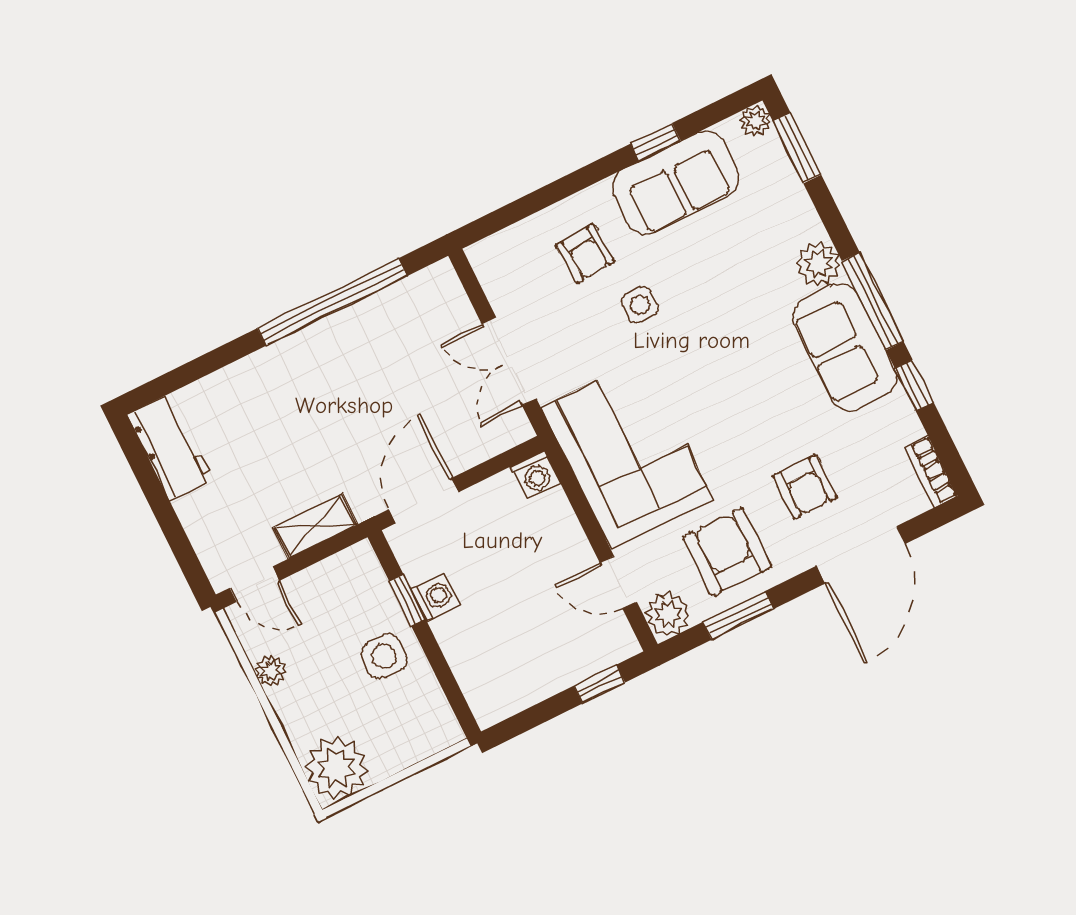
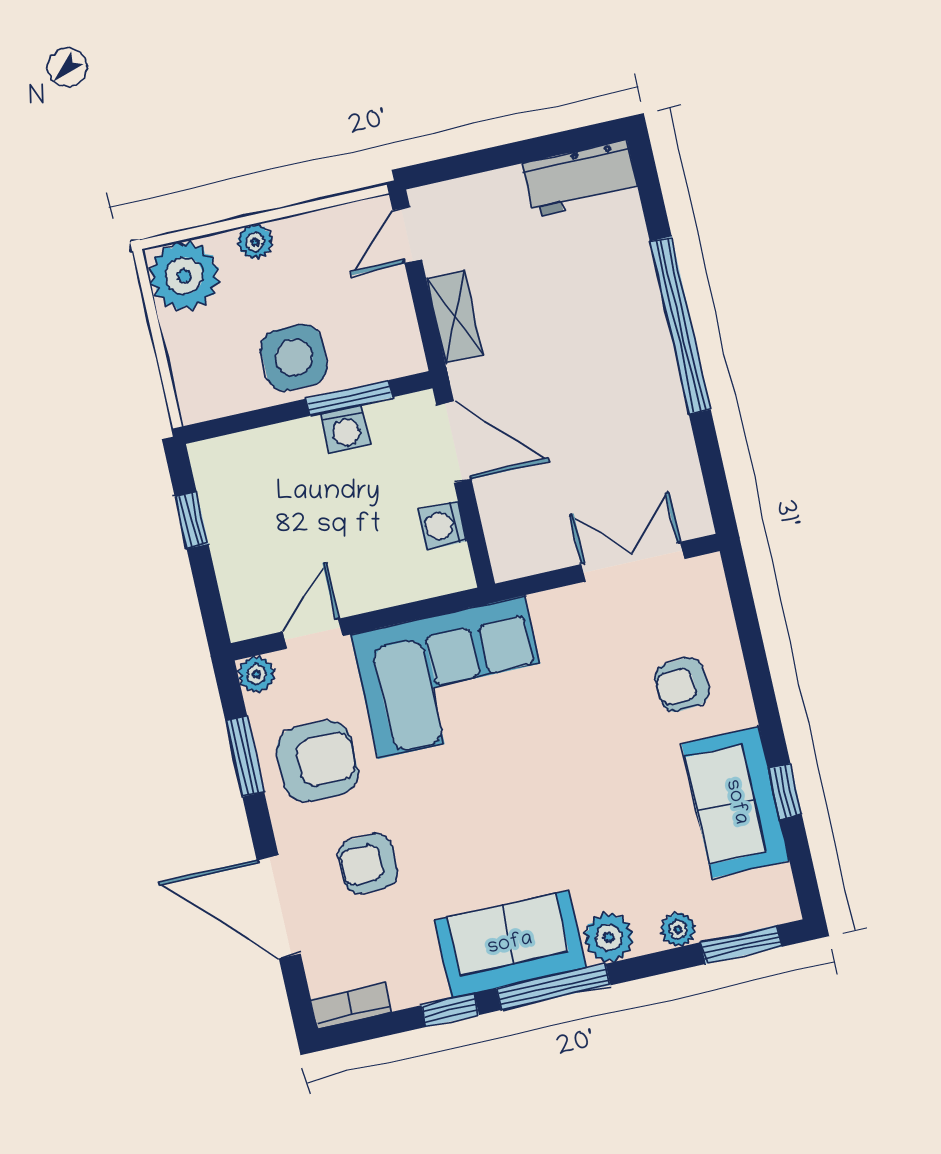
plant: (755, 121) -> (678, 930), moved
window: (332, 302) -> (680, 325), moved
side table: (640, 305) -> (611, 731), removed
double door: (509, 362) -> (633, 562), moved
washing machine: (536, 475) -> (442, 525), moved
window: (407, 600) -> (349, 398), width x1.50
plant: (668, 614) -> (256, 674), width x0.73, depth x0.73
side table: (384, 656) -> (294, 357), width x1.37, depth x1.37
plant: (271, 671) -> (255, 242), moved
window: (599, 684) -> (192, 520), moved

